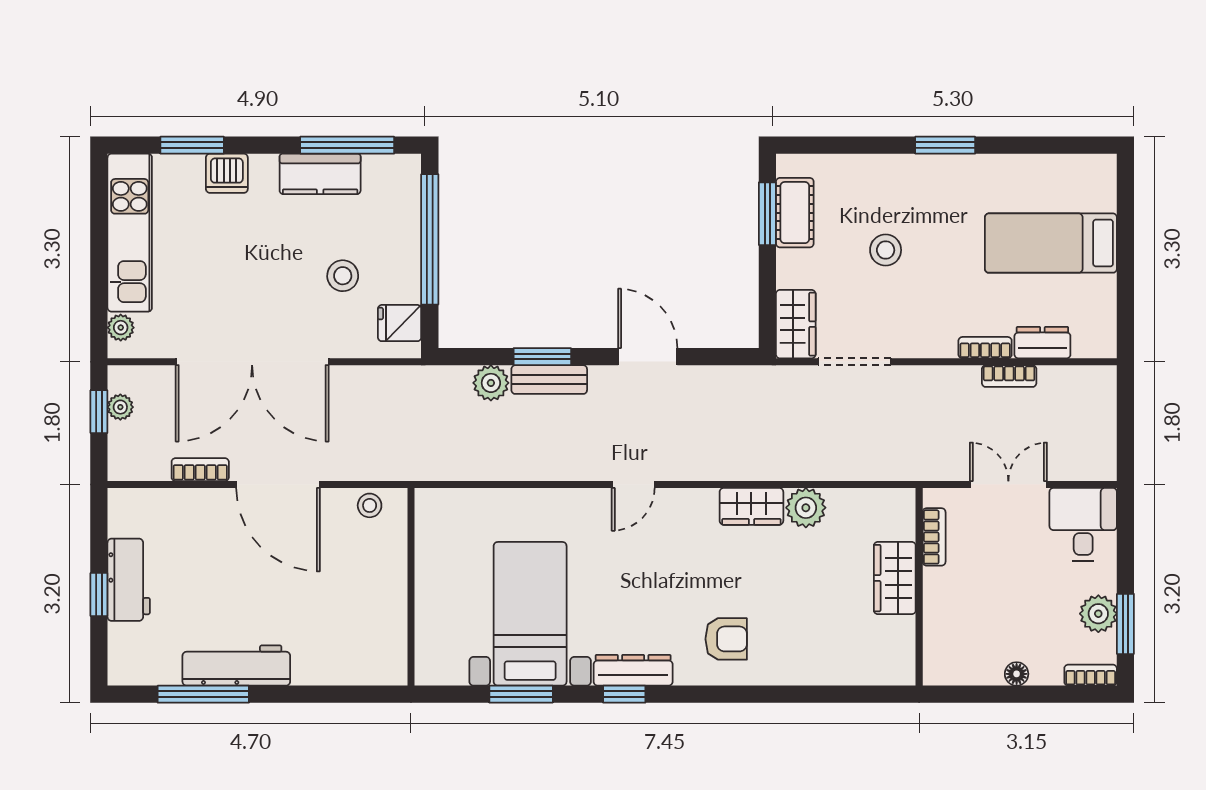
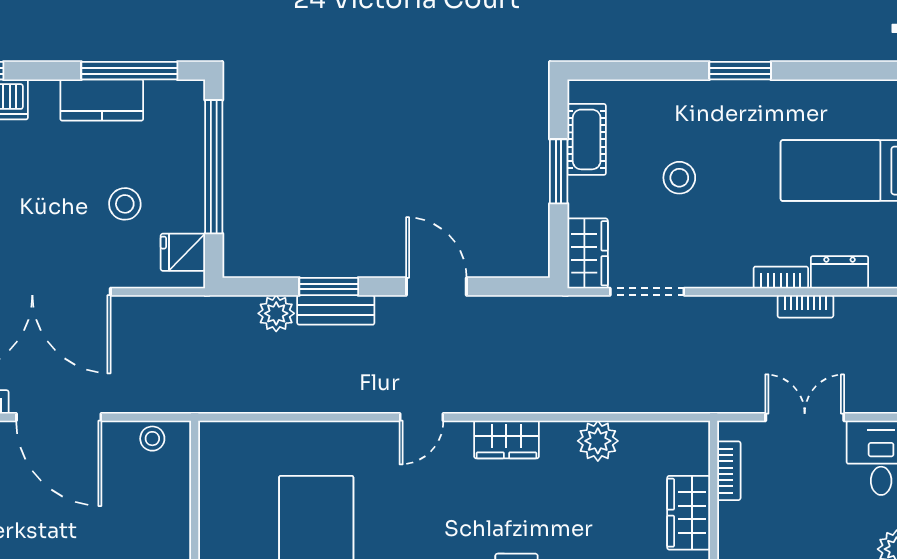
window: (767, 214) -> (559, 171), moved
wardrobe: (751, 506) -> (506, 439), moved

